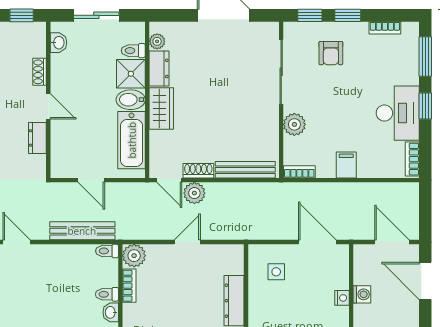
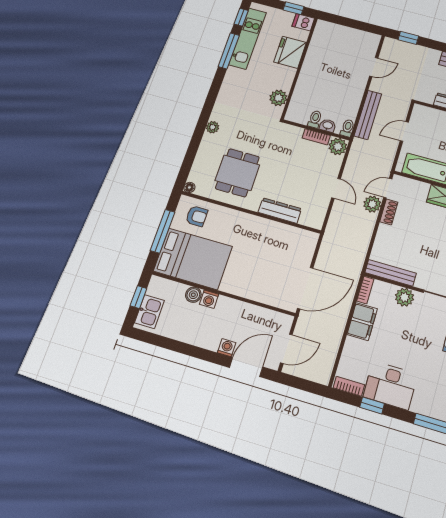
window: (425, 106) -> (372, 405), moved
filing cabinet: (346, 165) -> (362, 322), width x2.00
bench: (245, 170) -> (391, 273), moved, turned 90
door: (317, 242) -> (305, 288), width x1.36
side table: (276, 272) -> (292, 249), removed
washing machine: (362, 294) -> (227, 348), moved, turned 180
nightstand: (342, 298) -> (255, 295), removed
washbasin: (111, 312) -> (328, 126), moved

